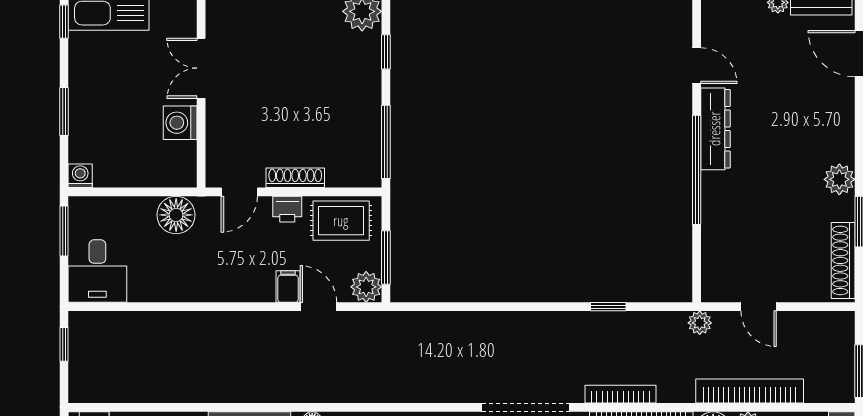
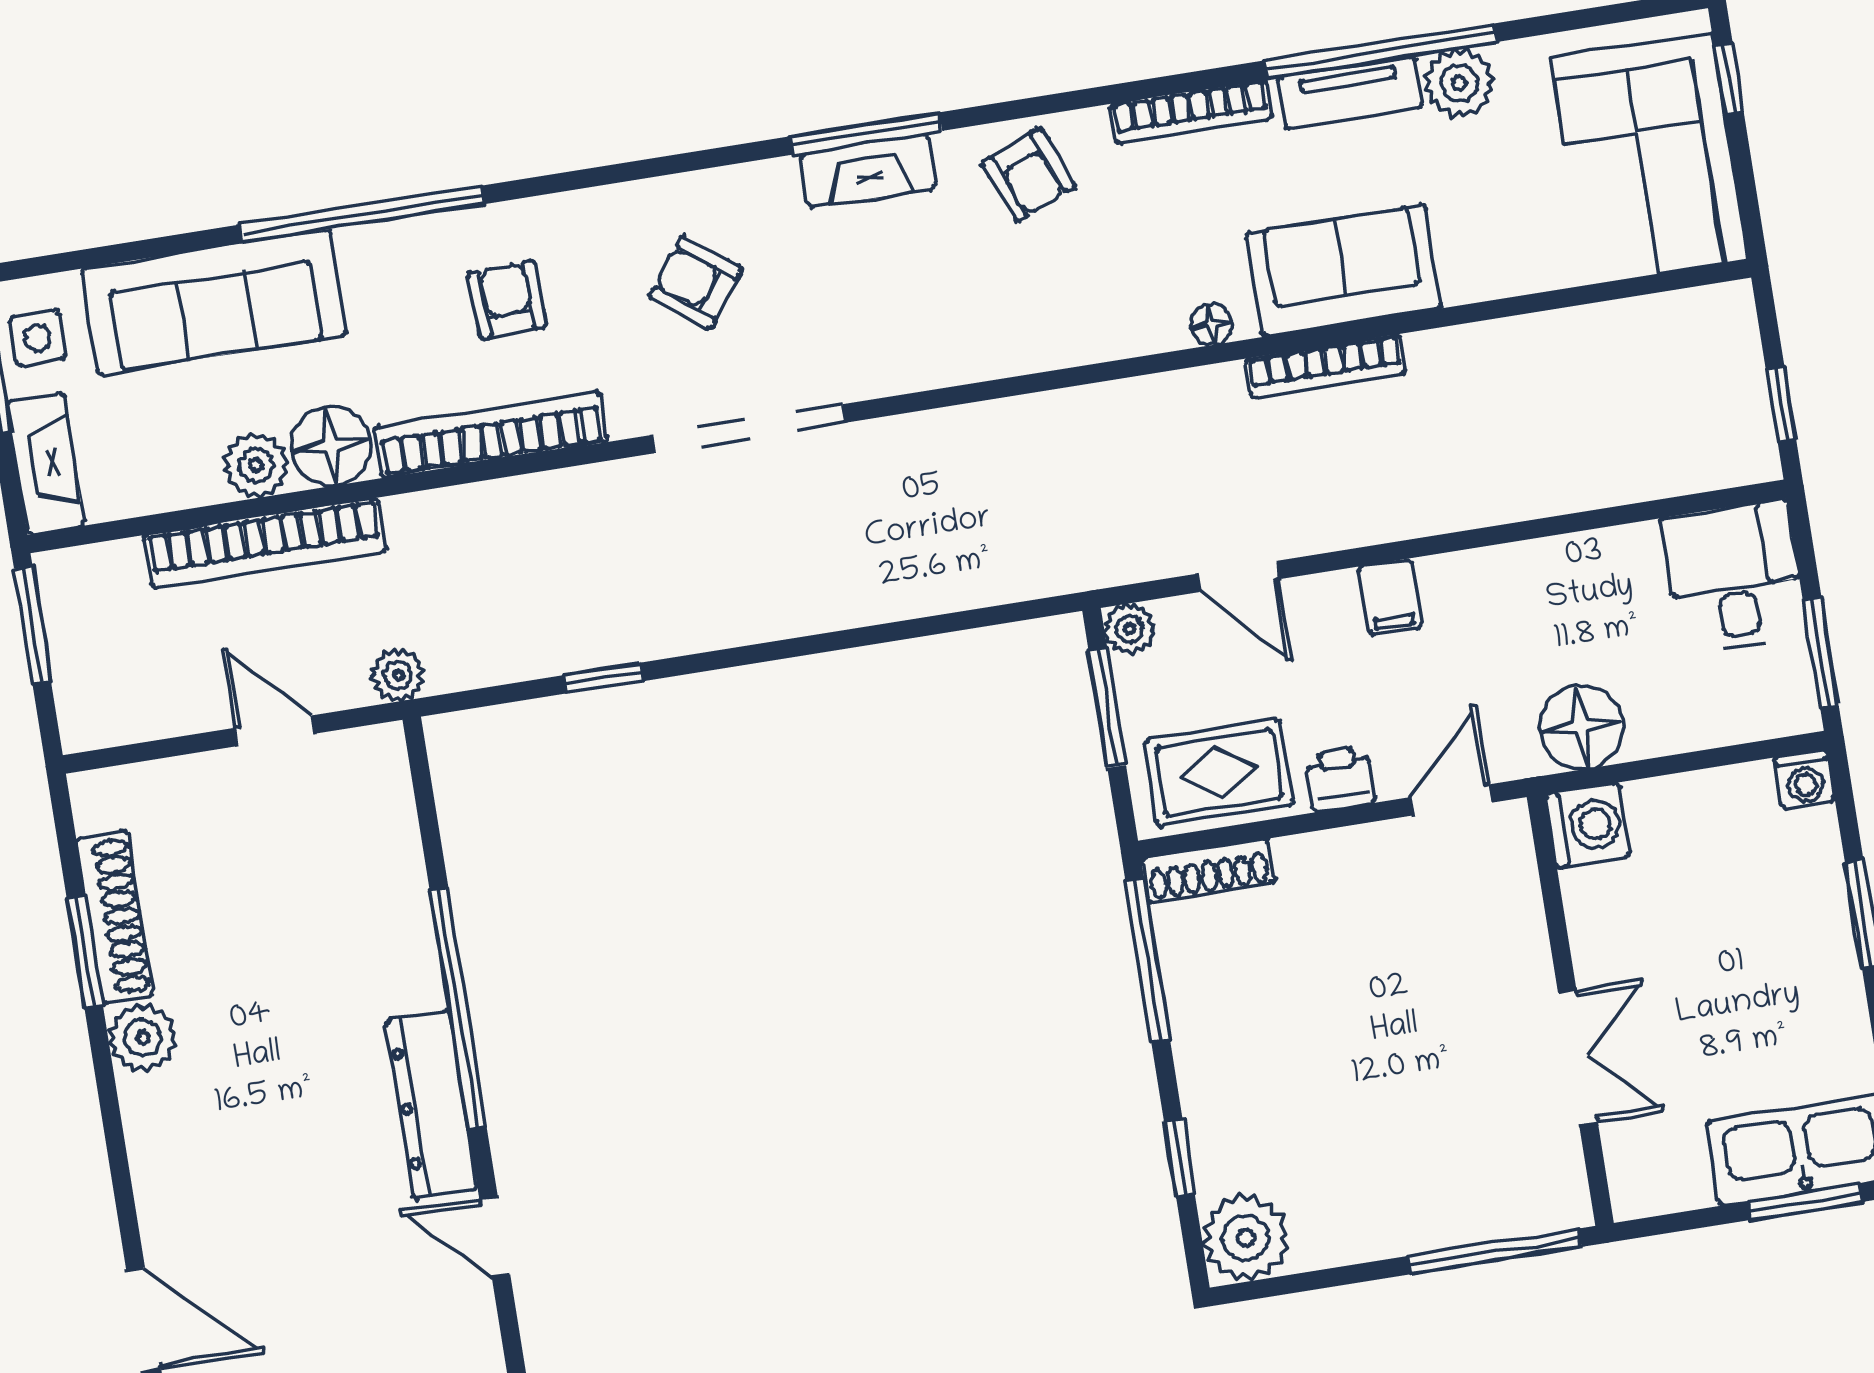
washing machine: (180, 123) -> (1588, 825), moved
shoe rack: (295, 178) -> (1208, 870), moved
shoe rack: (843, 260) -> (115, 917), moved
filing cabinet: (288, 287) -> (1390, 597), moved
plant: (366, 287) -> (1129, 629), width x0.73, depth x0.73
bookcase: (620, 394) -> (1325, 366), moved

